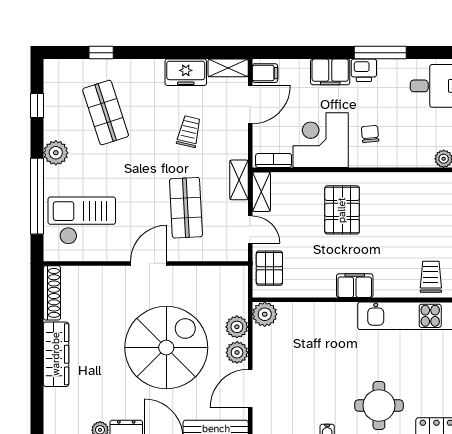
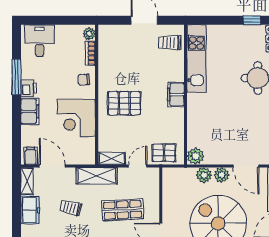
chair: (370, 134) -> (84, 80), moved
bookcase: (274, 160) -> (90, 53), moved
shelving: (239, 180) -> (97, 176), width x1.50, depth x1.33

